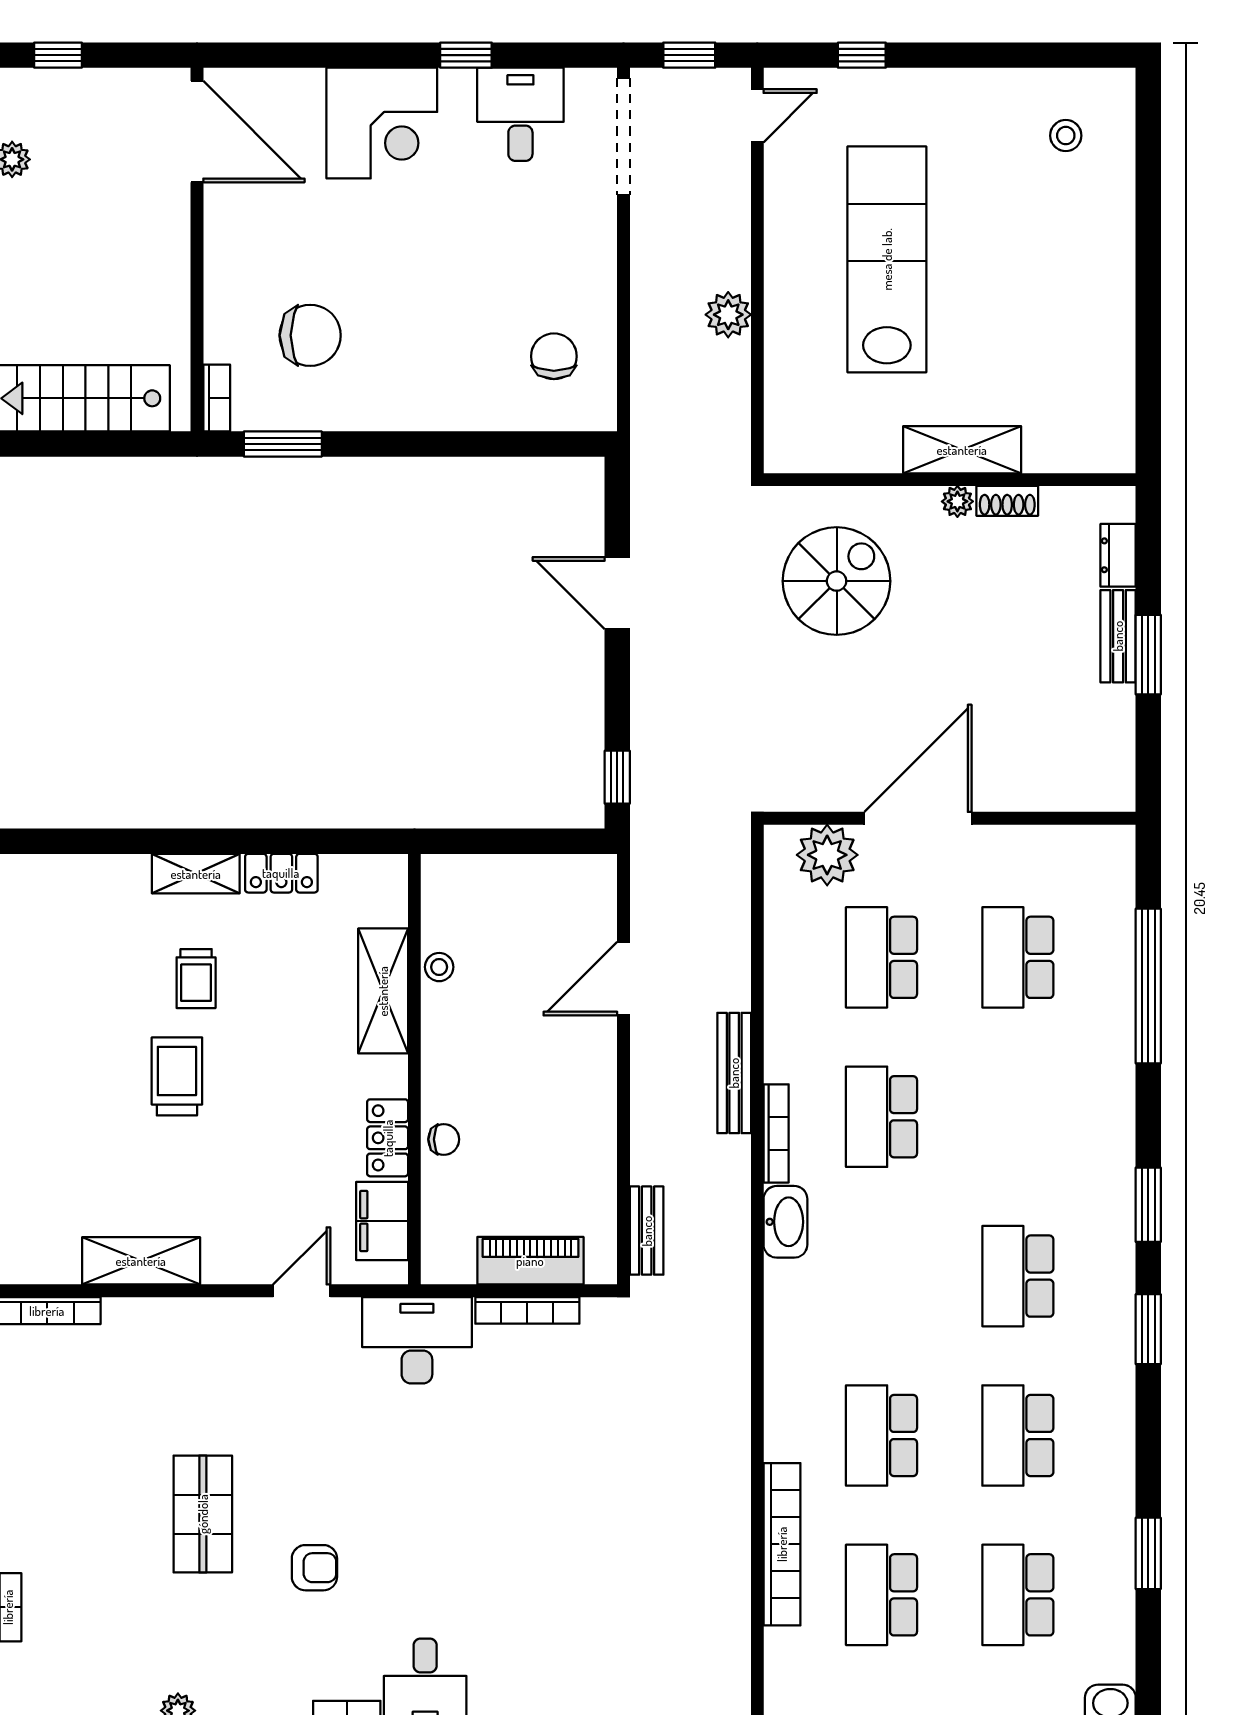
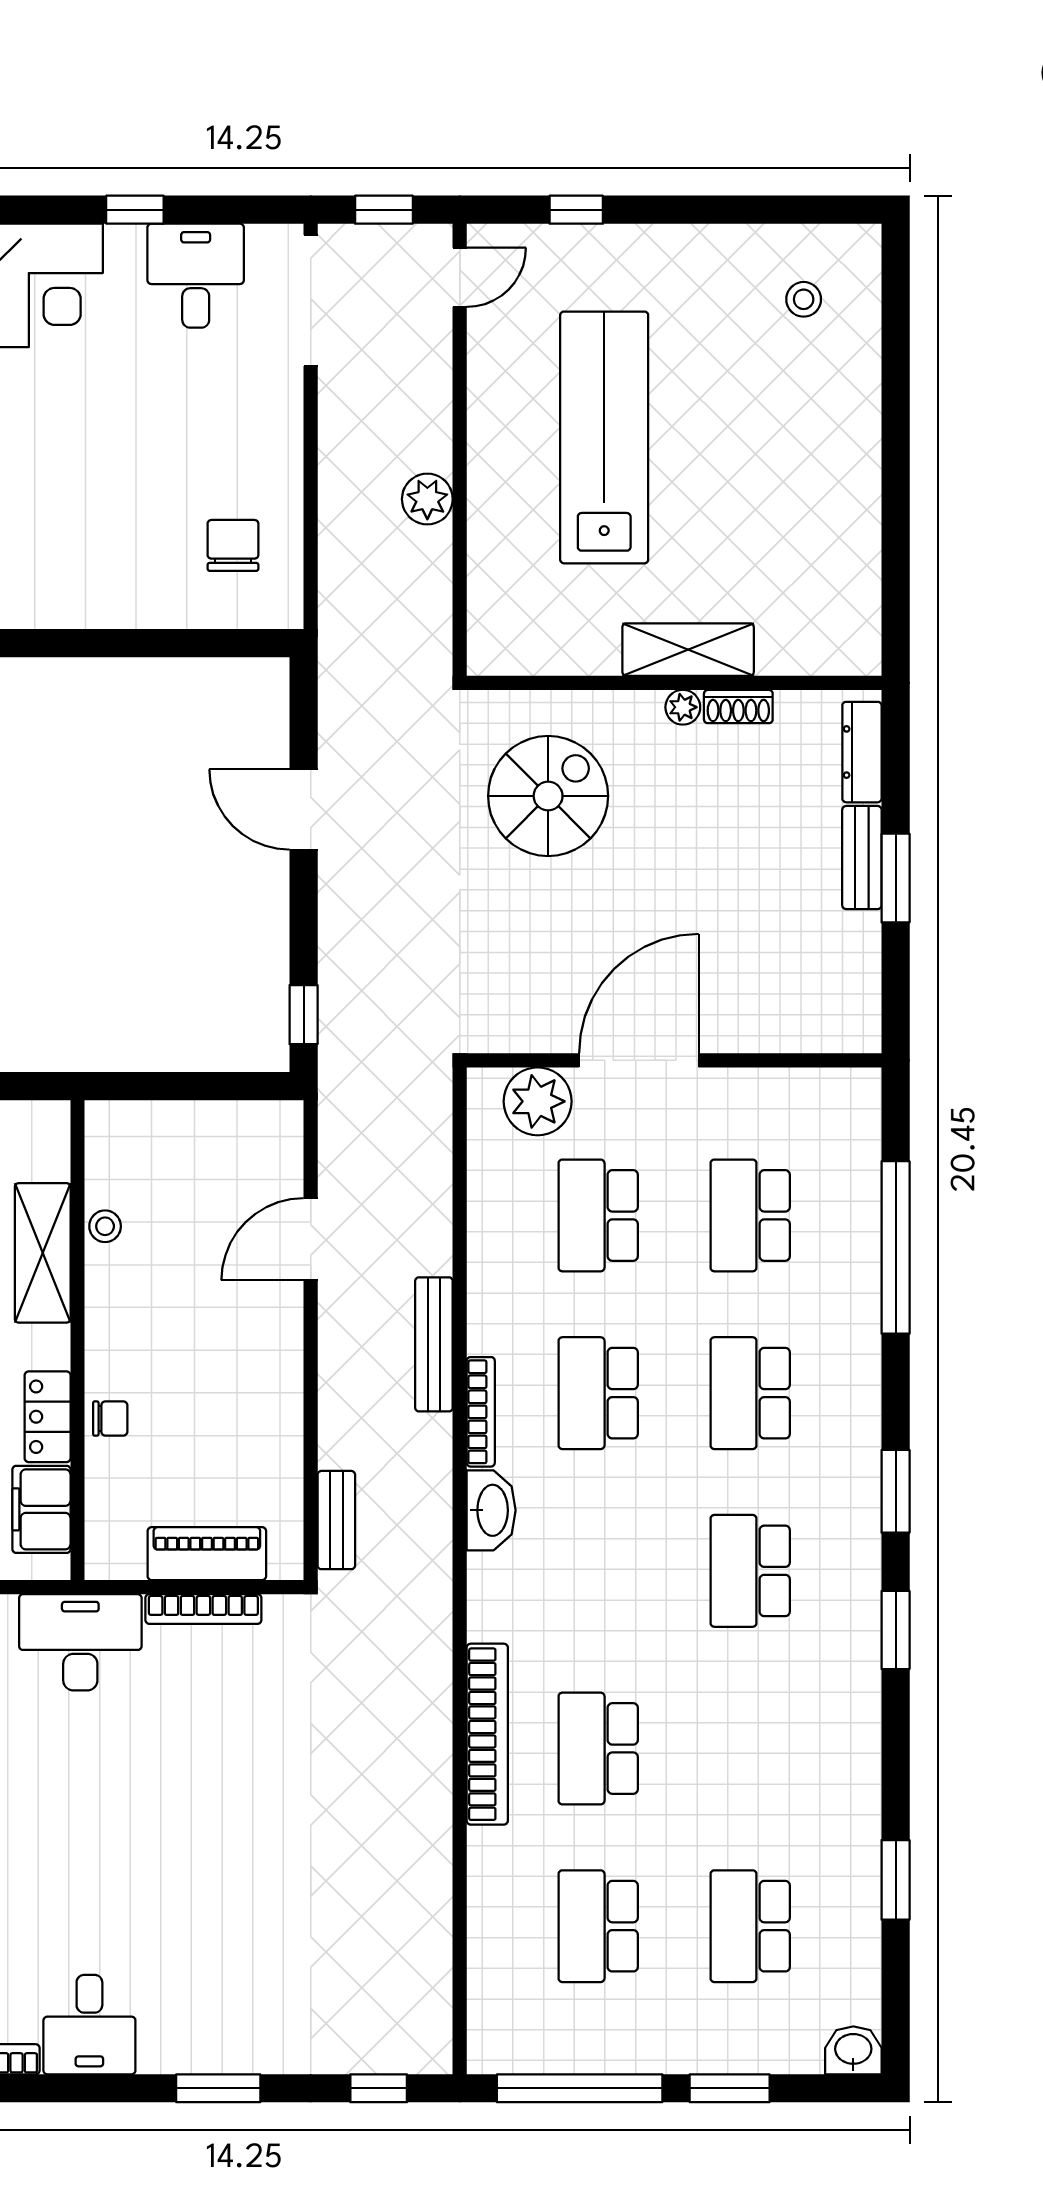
dresser: (1118, 555) -> (862, 752), width x1.44
school desk: (1018, 1435) -> (750, 1393), moved
bookcase: (782, 1544) -> (487, 1734), moved

